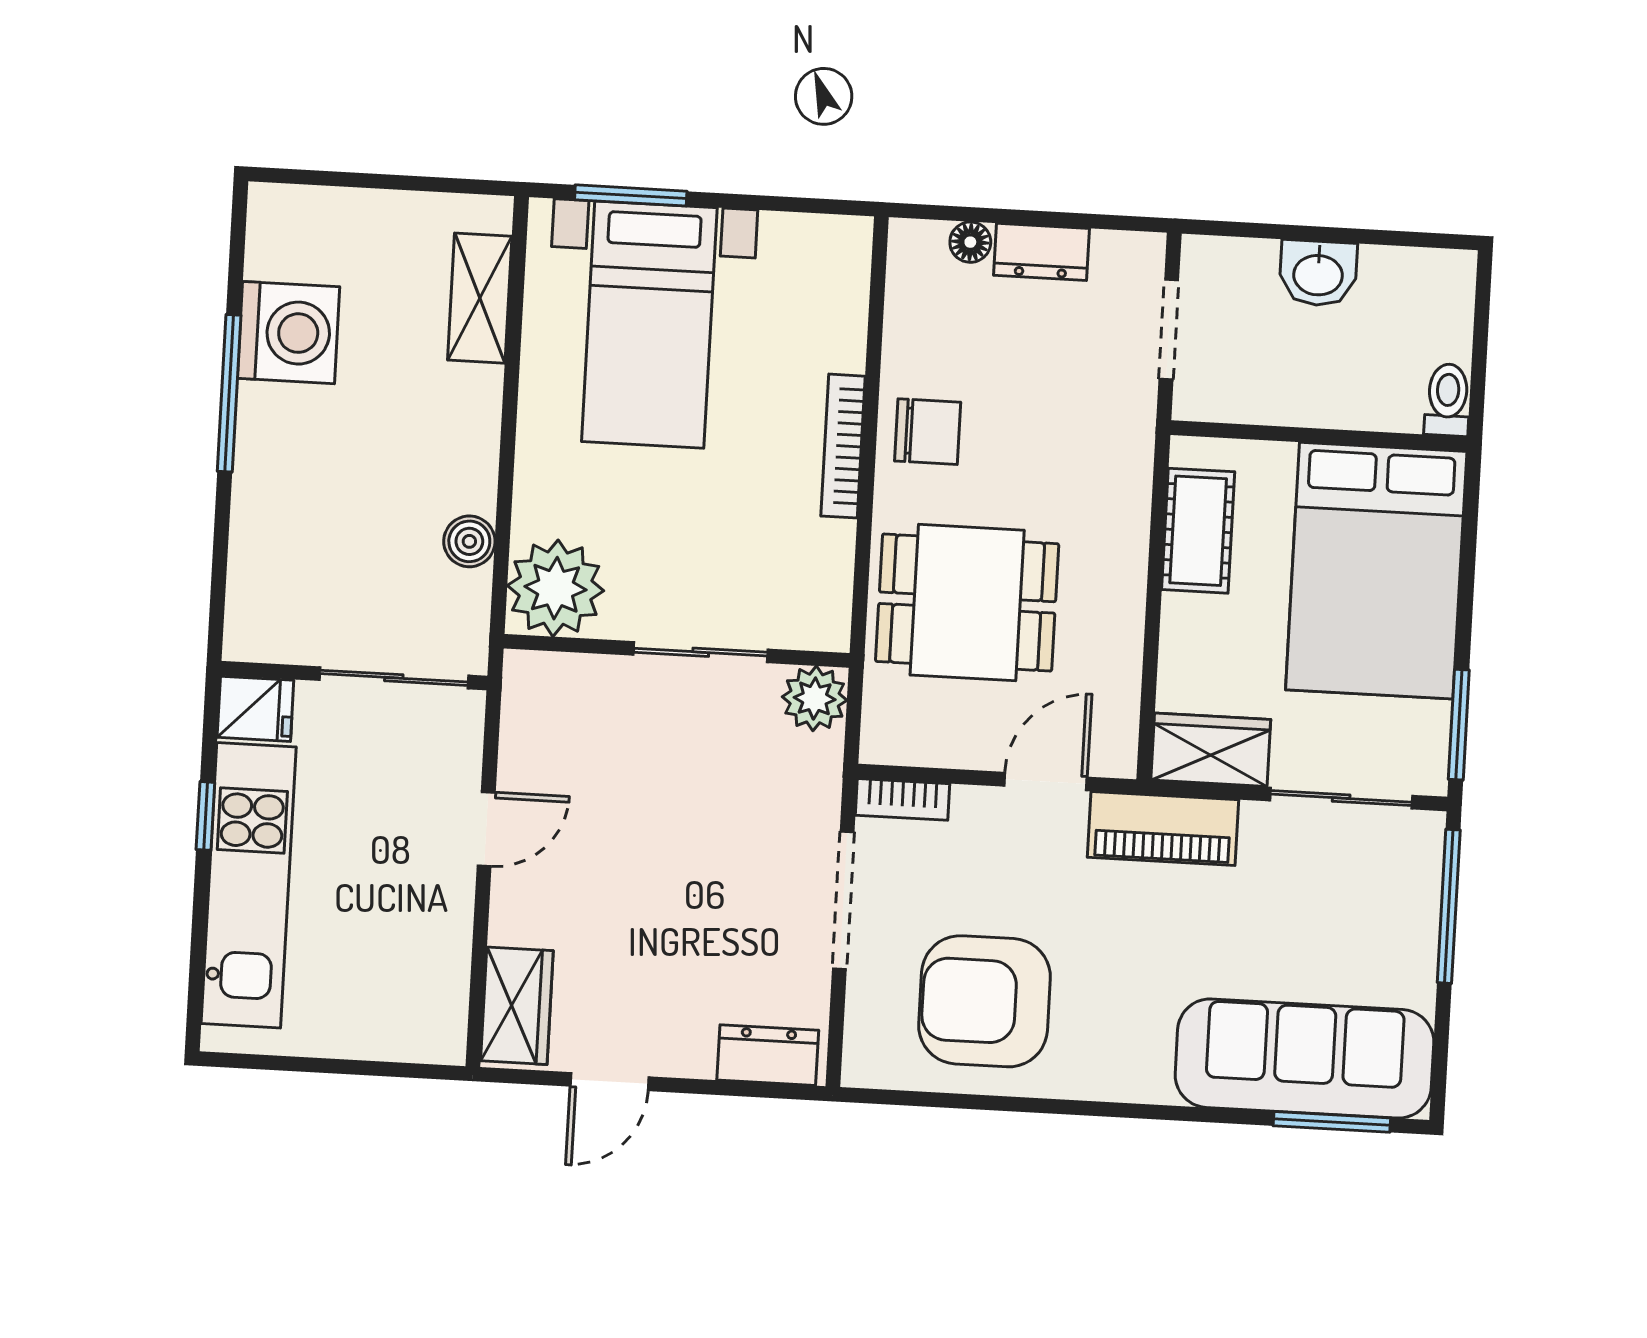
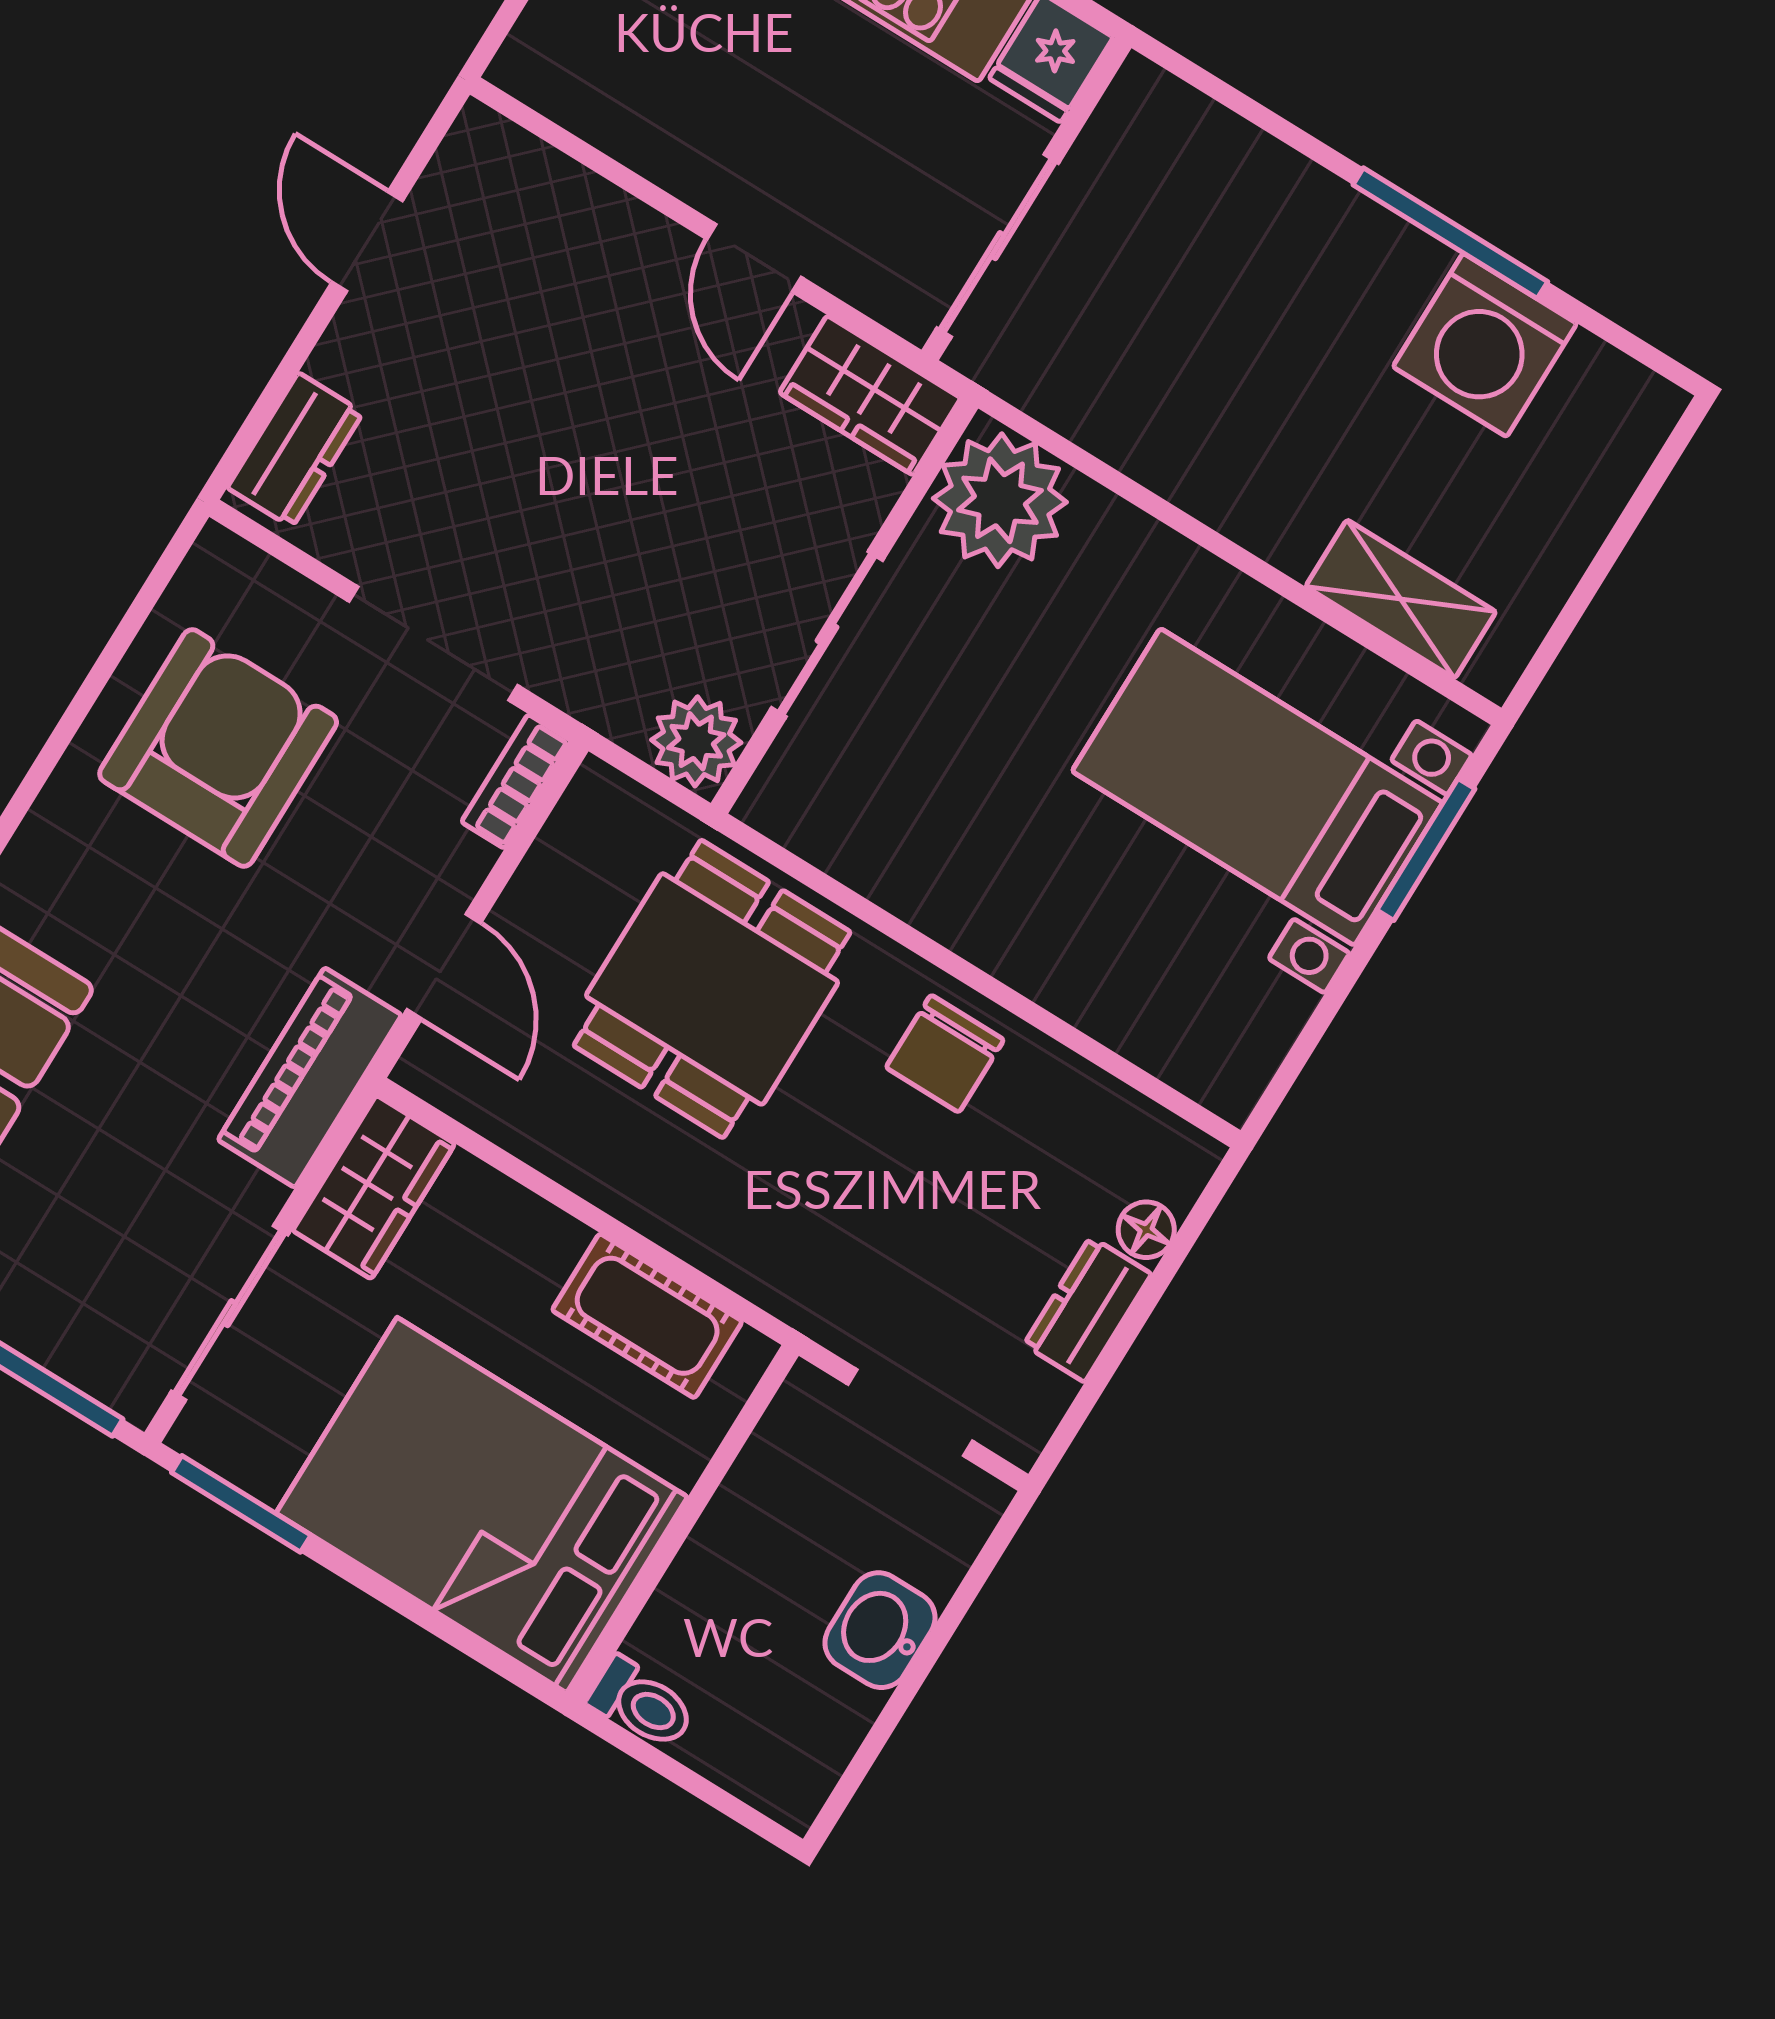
bookcase: (843, 446) -> (983, 942), removed
boiler: (469, 541) -> (1113, 427), removed
wardrobe: (517, 1006) -> (870, 395), moved

